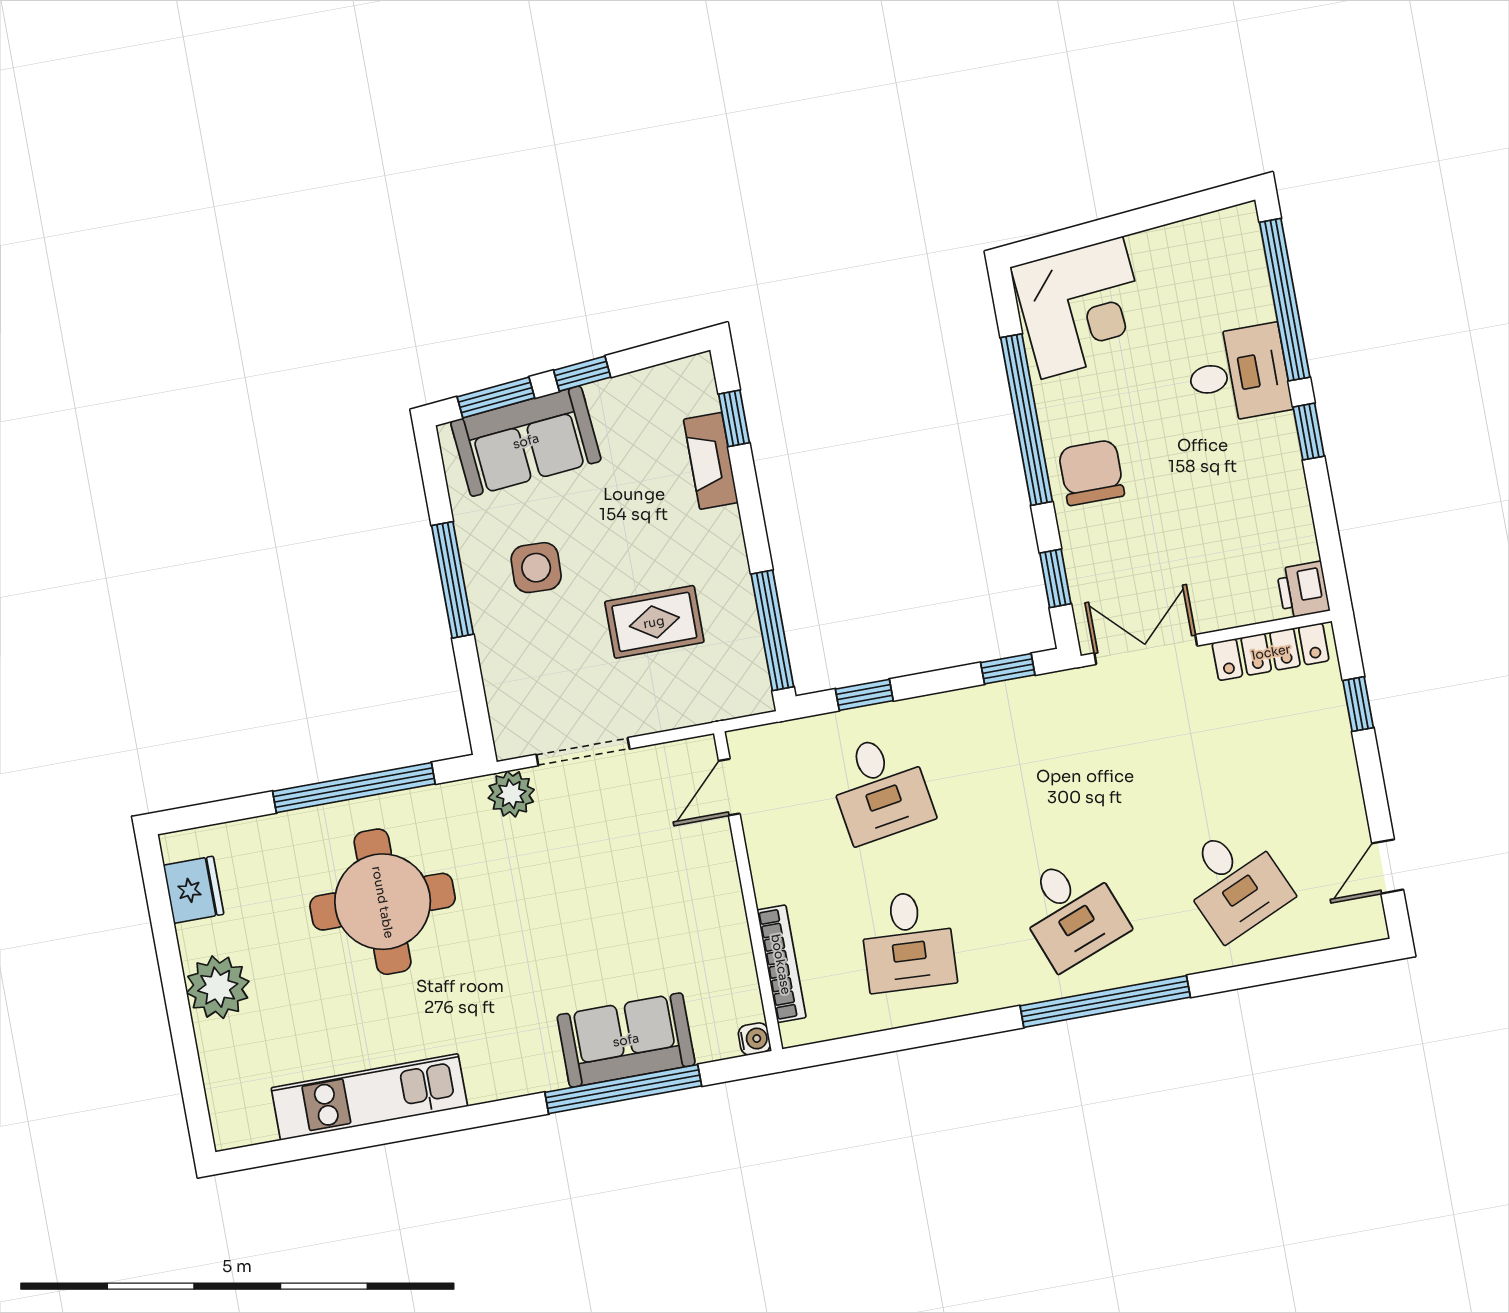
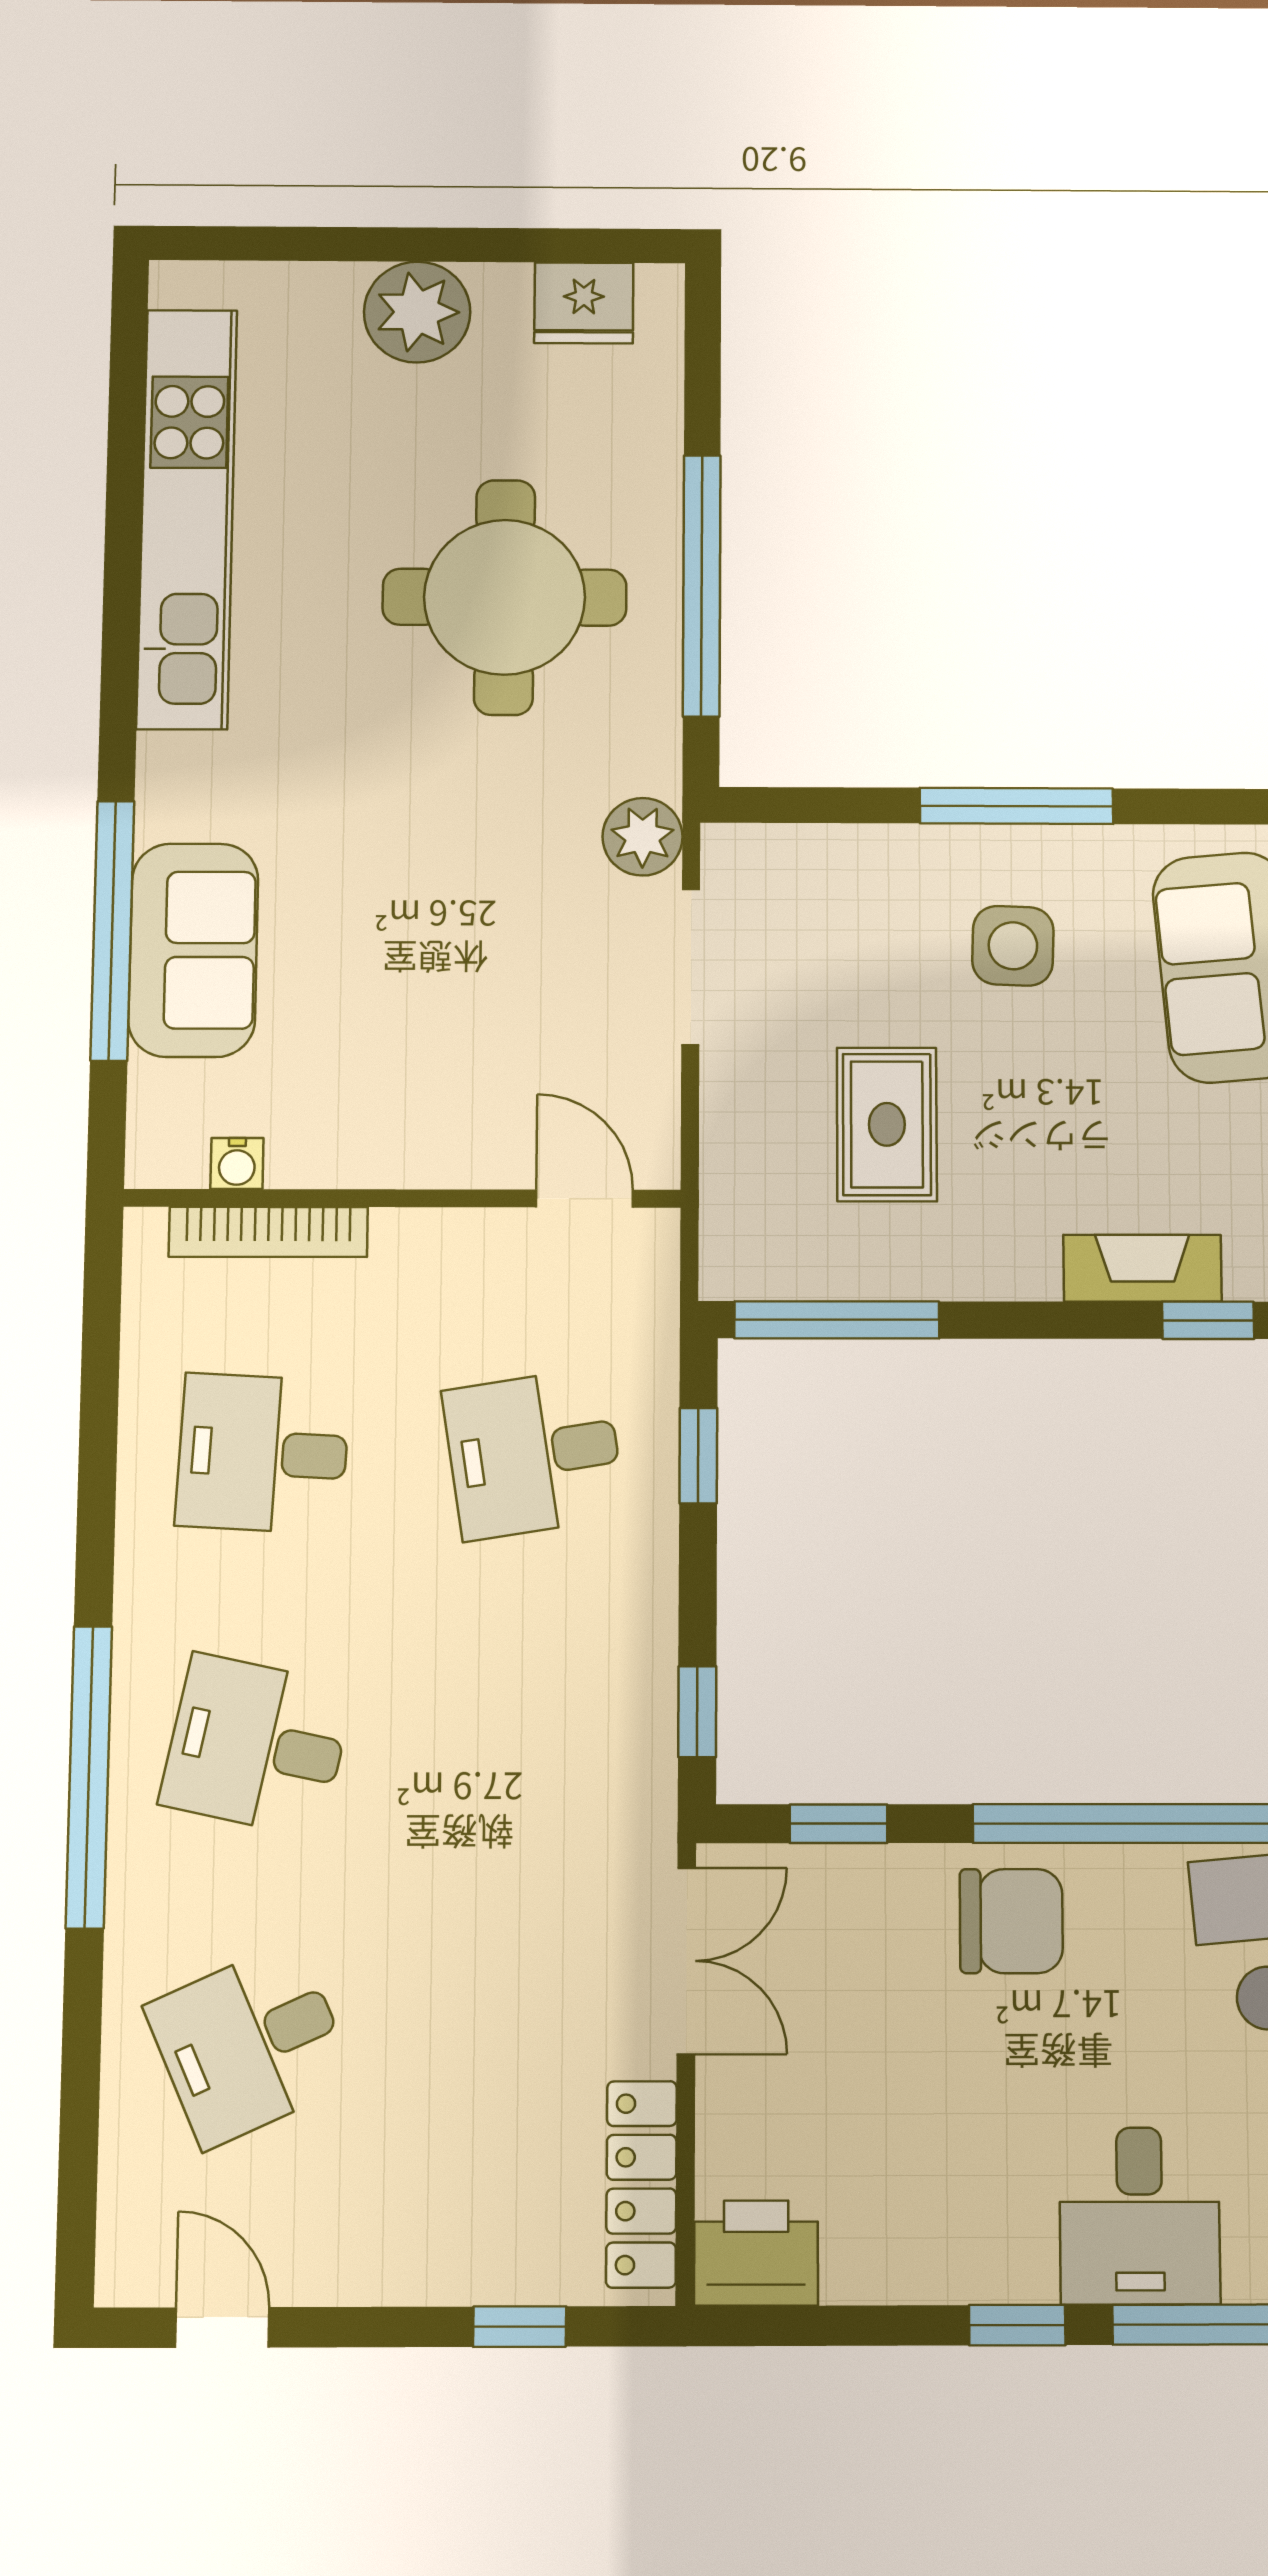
printer: (1303, 590) -> (756, 2253), width x1.36, depth x1.24
desk: (1071, 912) -> (257, 1745), turned 33
water cooler: (754, 1039) -> (237, 1163), moved
kitchen unit: (369, 1097) -> (187, 518), width x1.36

